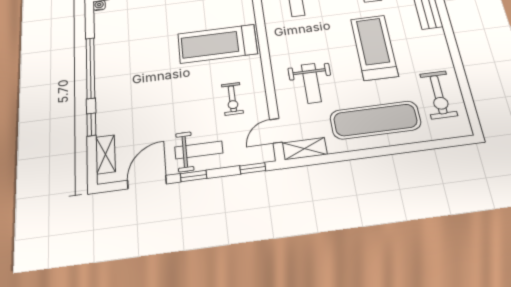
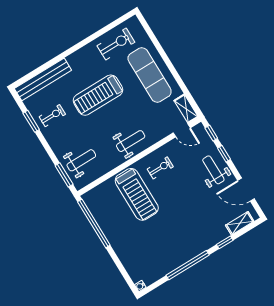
weight bench: (311, 83) -> (131, 141), moved
exercise bike: (232, 99) -> (160, 168), moved
window: (194, 176) -> (224, 154), moved

